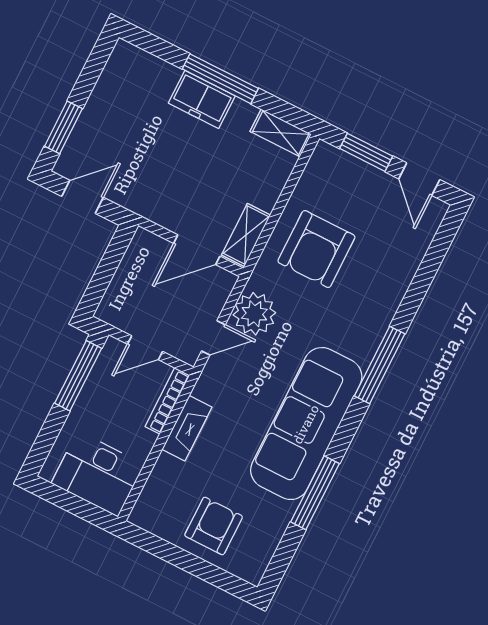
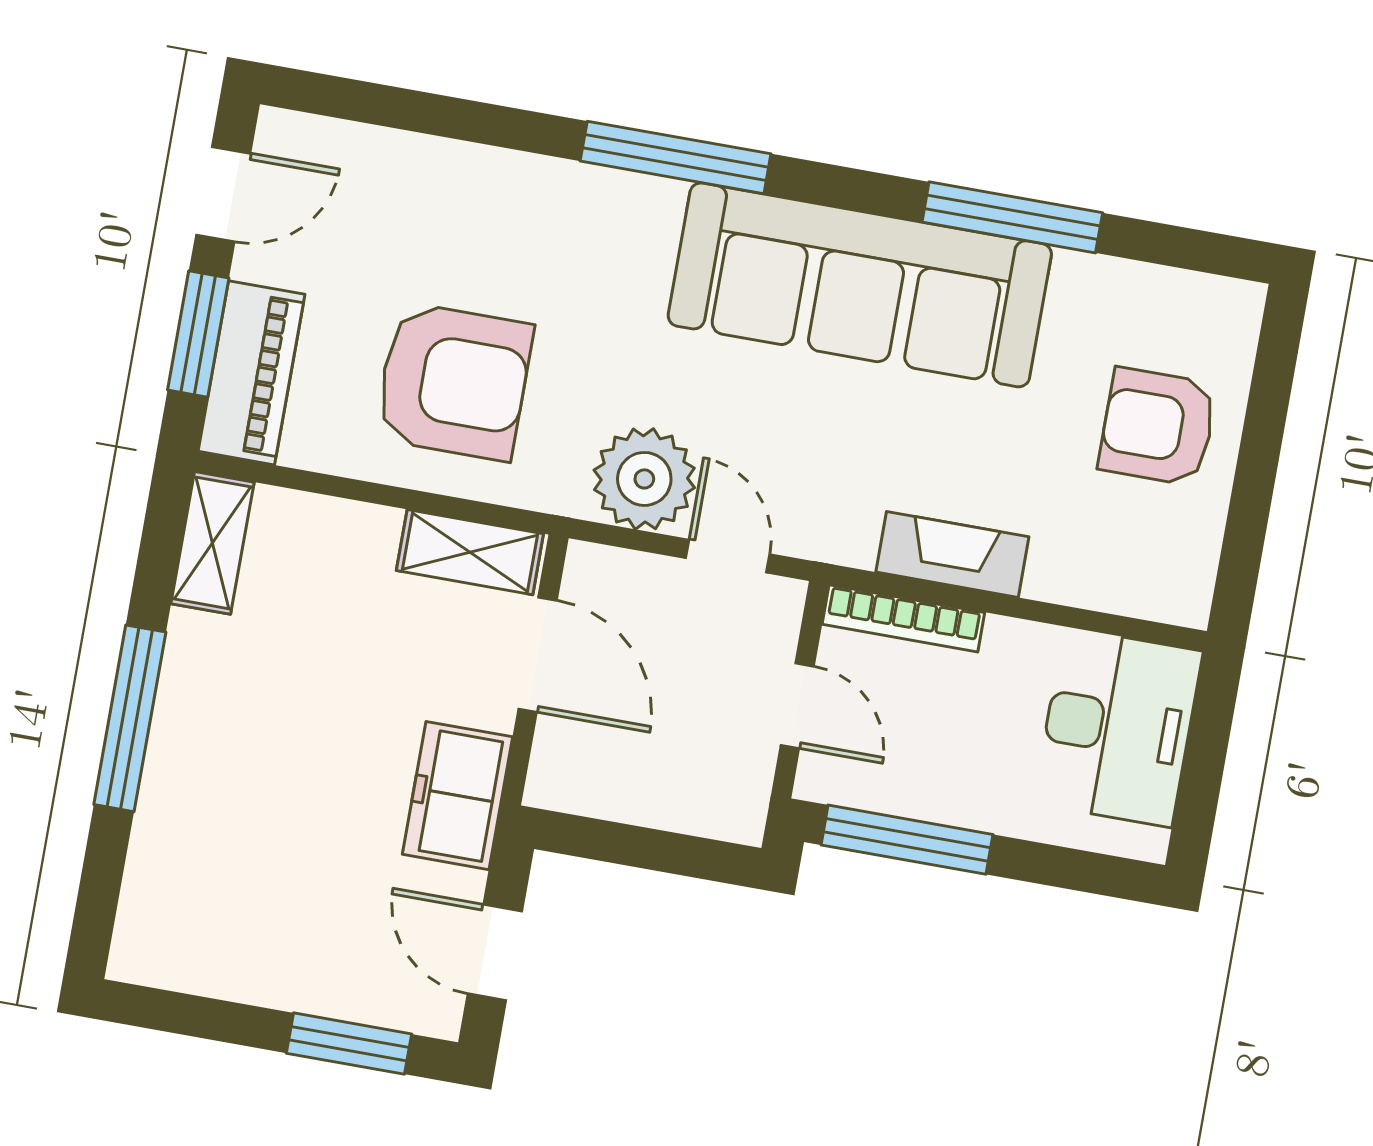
freezer: (202, 99) -> (457, 796), moved, turned 180
piano: (344, 169) -> (251, 373), added

